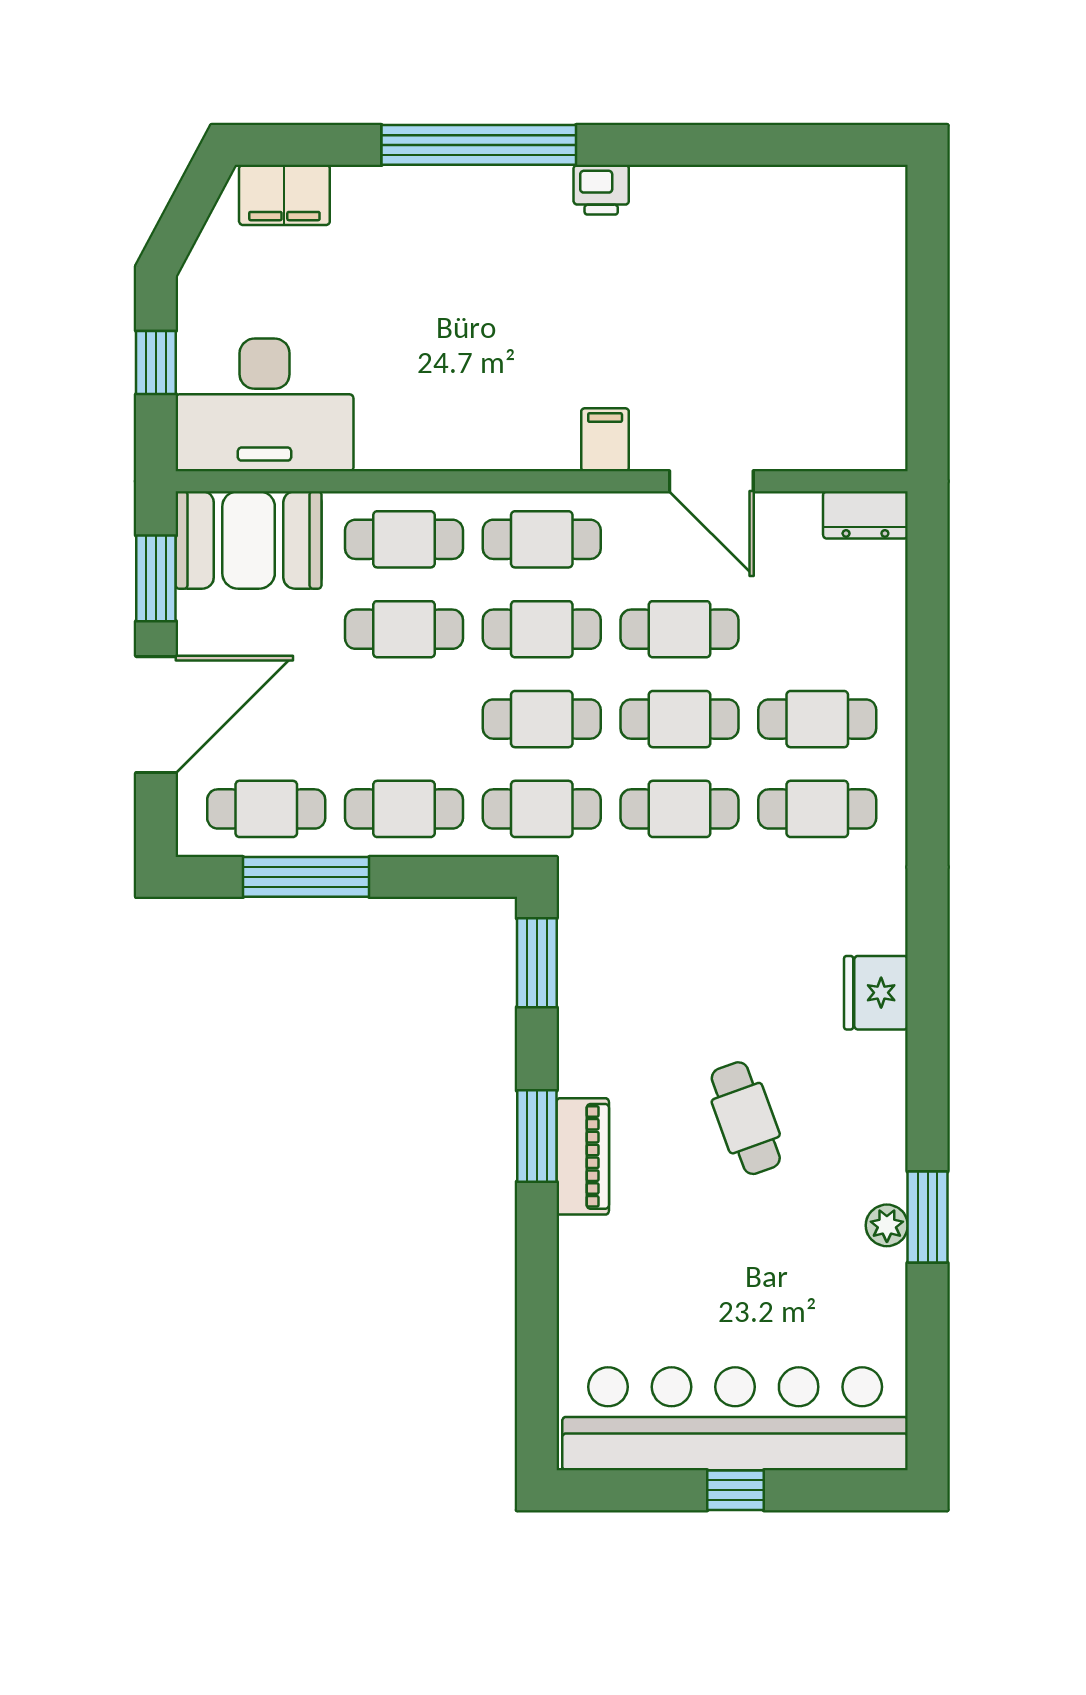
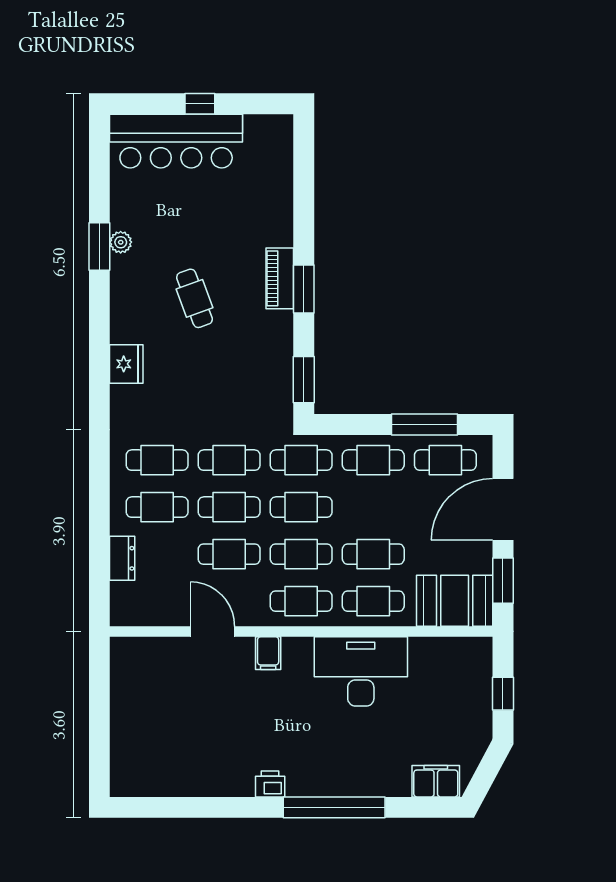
desk: (265, 405) -> (361, 671), moved
dresser: (865, 515) -> (122, 558), moved, turned 90
bar counter: (735, 1419) -> (176, 141), width x0.73

